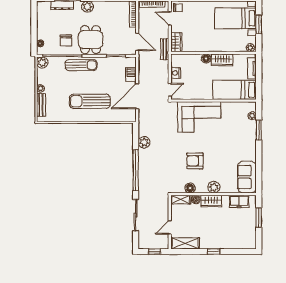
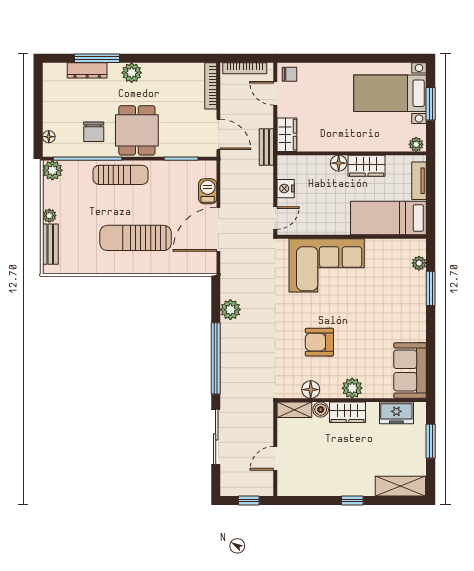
shelving: (185, 243) -> (400, 486), moved

